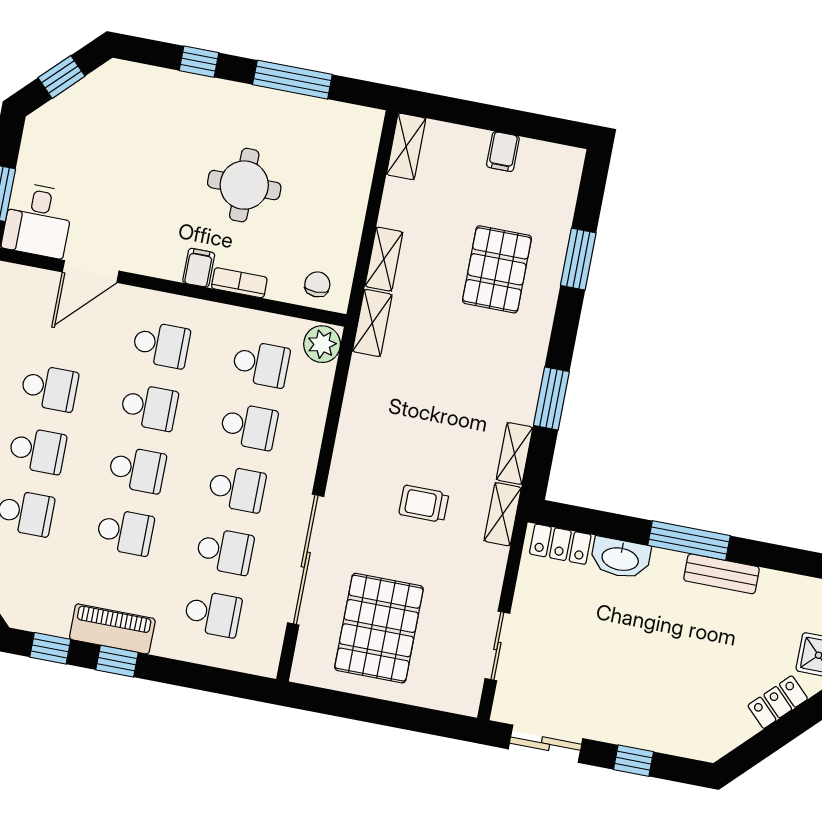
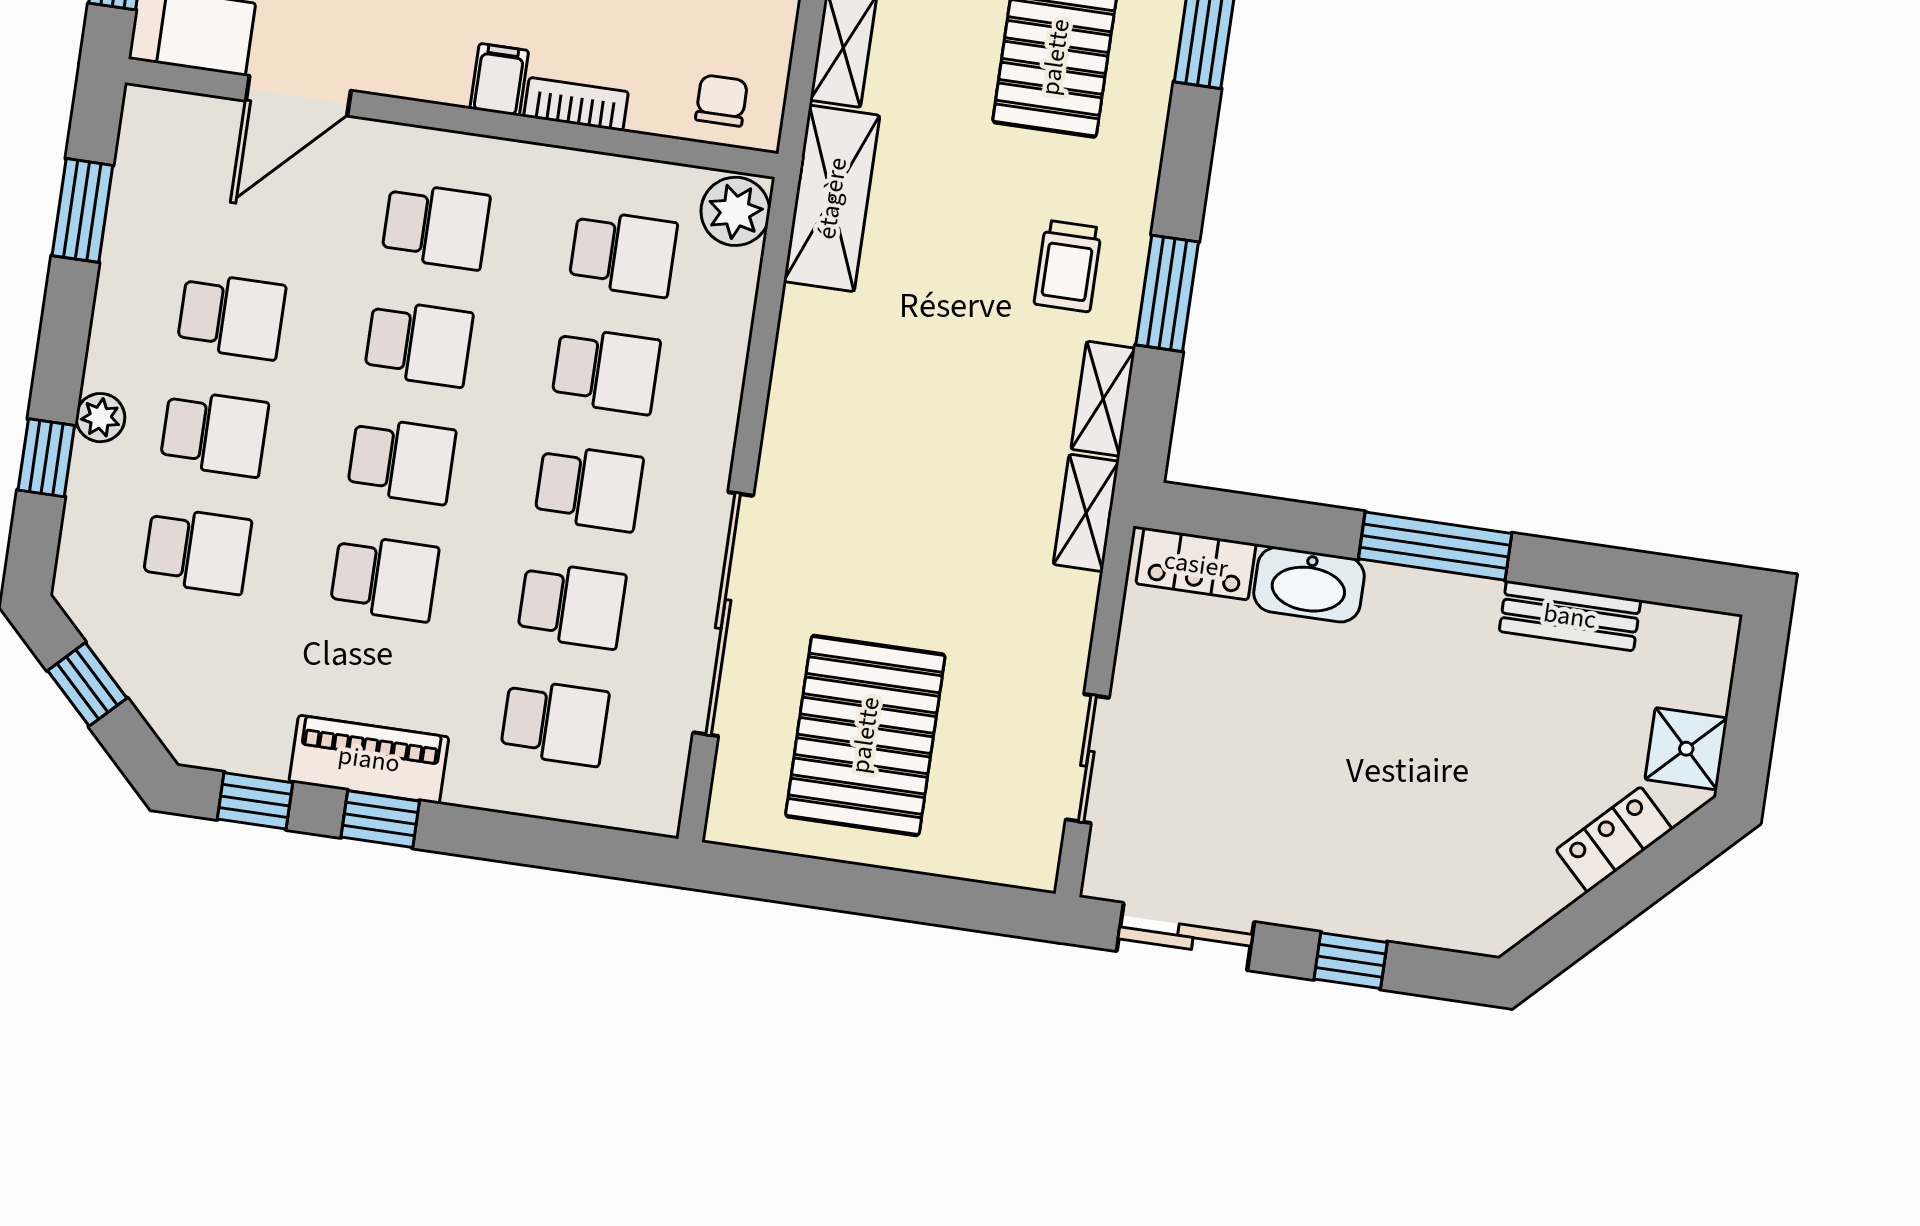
shelving: (372, 323) -> (832, 198), width x1.50, depth x1.33
trolley: (424, 504) -> (1068, 266), moved, turned -90
bench: (722, 574) -> (1570, 616), moved

